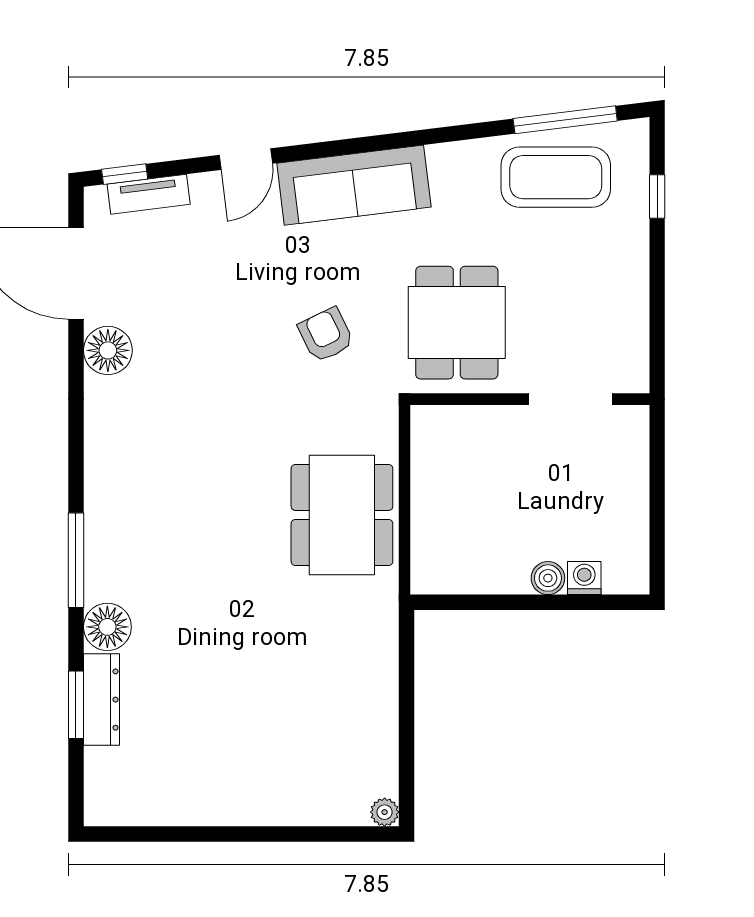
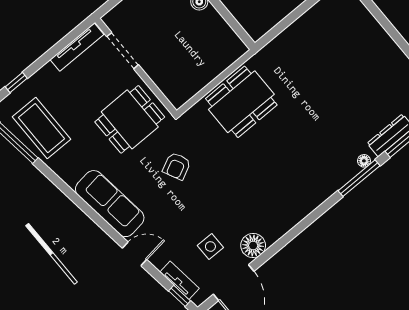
side table: (161, 284) -> (210, 246), added
tv unit: (634, 334) -> (77, 47), added
window: (76, 560) -> (359, 178), moved
floor lamp: (107, 627) -> (364, 161), width x0.53, depth x0.53

